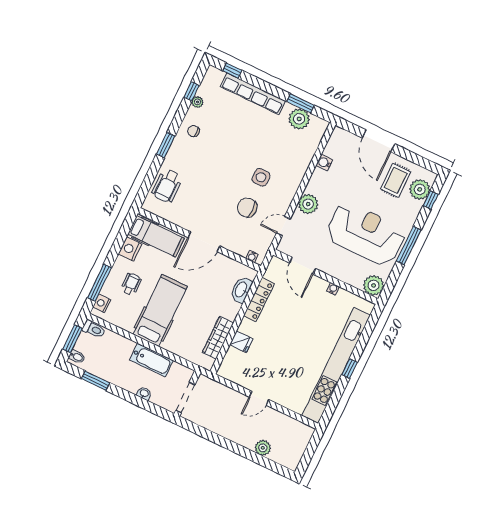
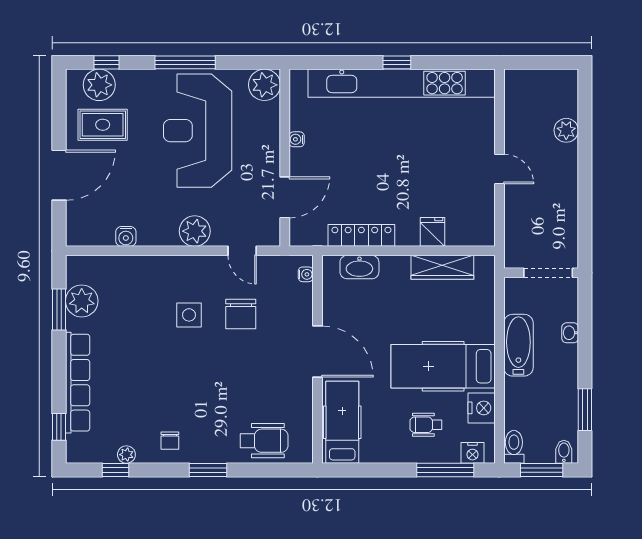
nightstand: (130, 249) -> (482, 408), moved, turned -90

